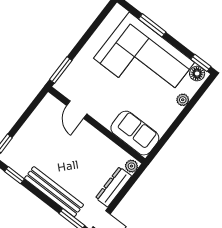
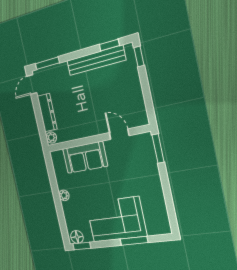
corner sofa: (144, 60) -> (116, 219), width x0.73, depth x0.74
plant: (183, 100) -> (64, 195), moved
sofa: (135, 133) -> (85, 157), moved
bench: (54, 192) -> (96, 60), moved

